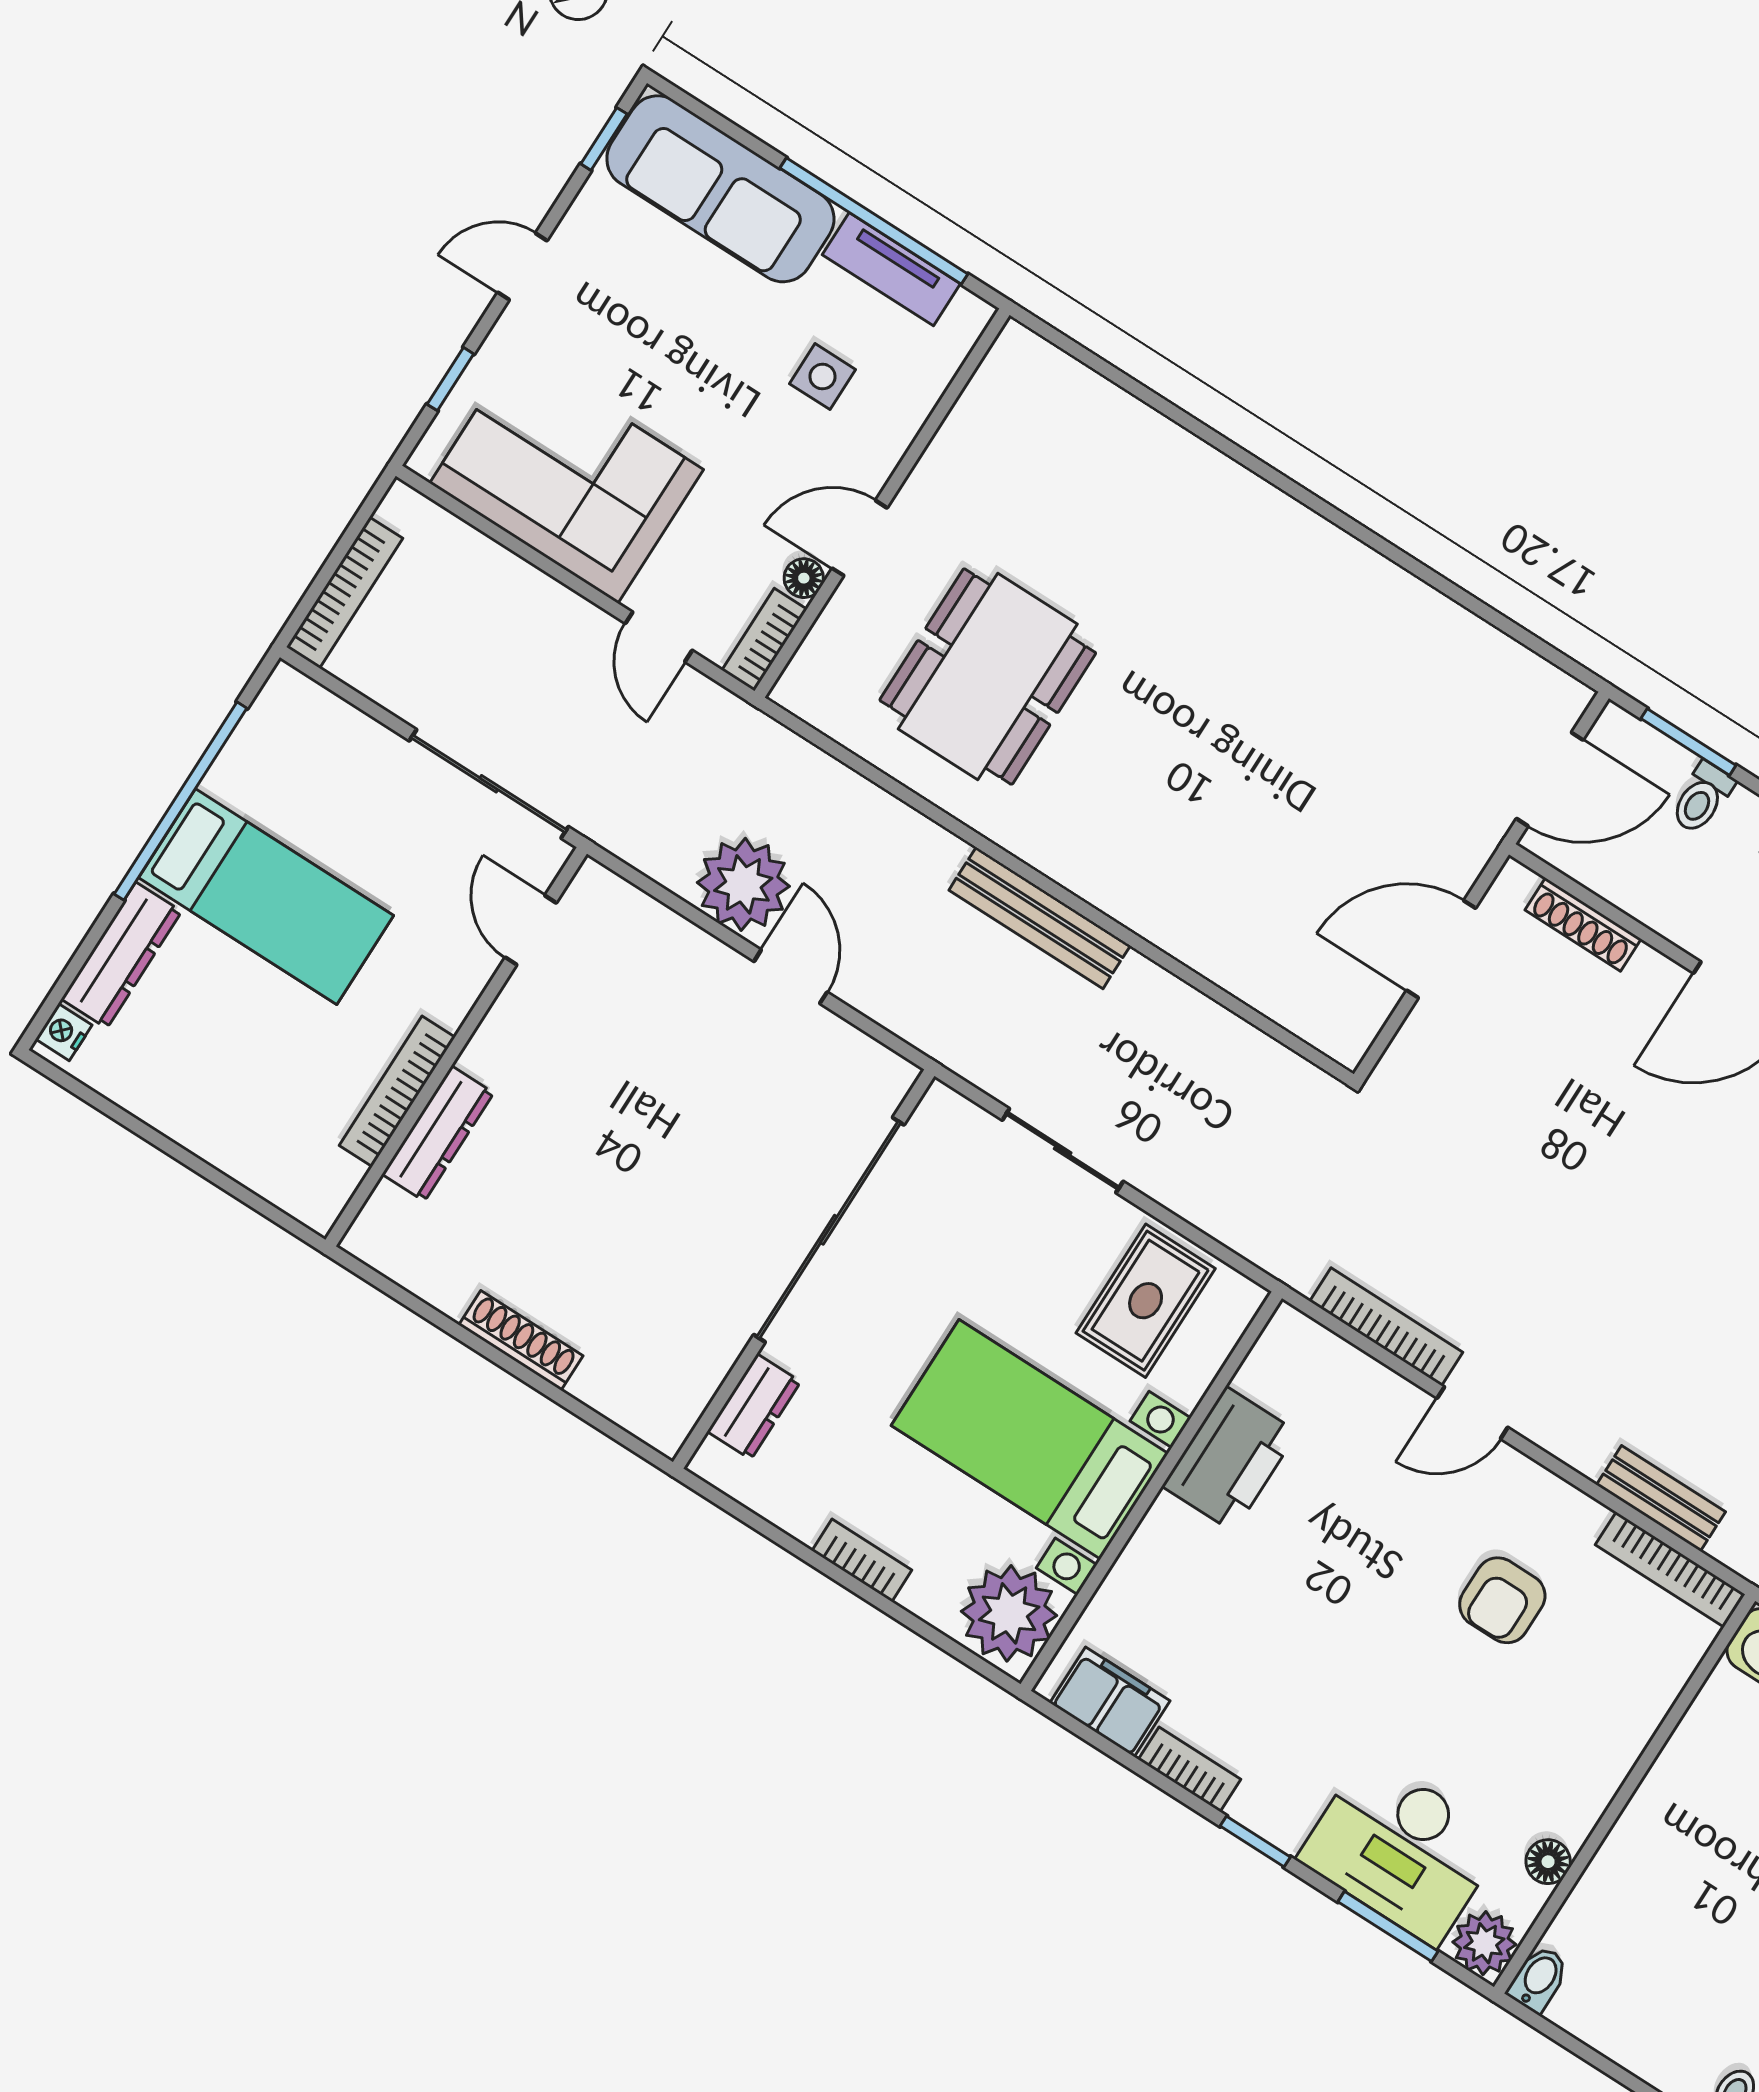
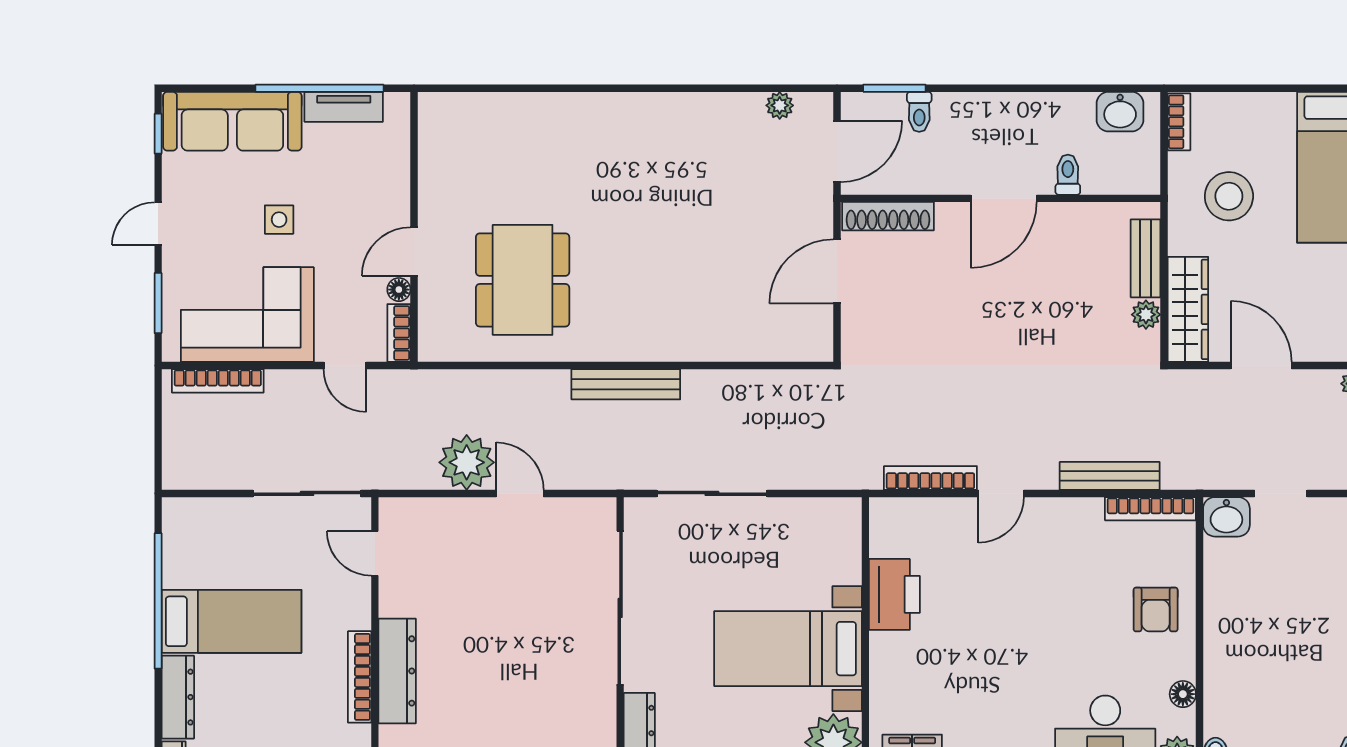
side table: (822, 377) -> (279, 220), moved
window: (450, 379) -> (158, 303), width x1.50
bookcase: (344, 593) -> (218, 381), moved, turned 90
plant: (1510, 662) -> (780, 105), added
shoe rack: (1583, 925) -> (888, 216), width x1.36, depth x1.24
dresser: (438, 1134) -> (397, 671), width x1.37, depth x1.24
sliding door: (1063, 1151) -> (712, 493), width x1.37
rug: (1146, 1301) -> (802, 542), removed
bench: (1661, 1498) -> (1110, 476), width x1.36
armchair: (1502, 1600) -> (1156, 609), moved

